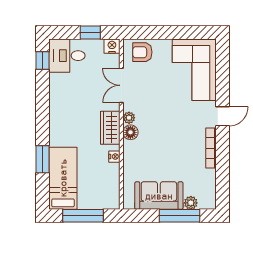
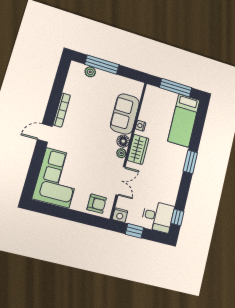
window: (42, 159) -> (190, 162), moved
sofa: (159, 196) -> (125, 114), moved, turned 90

